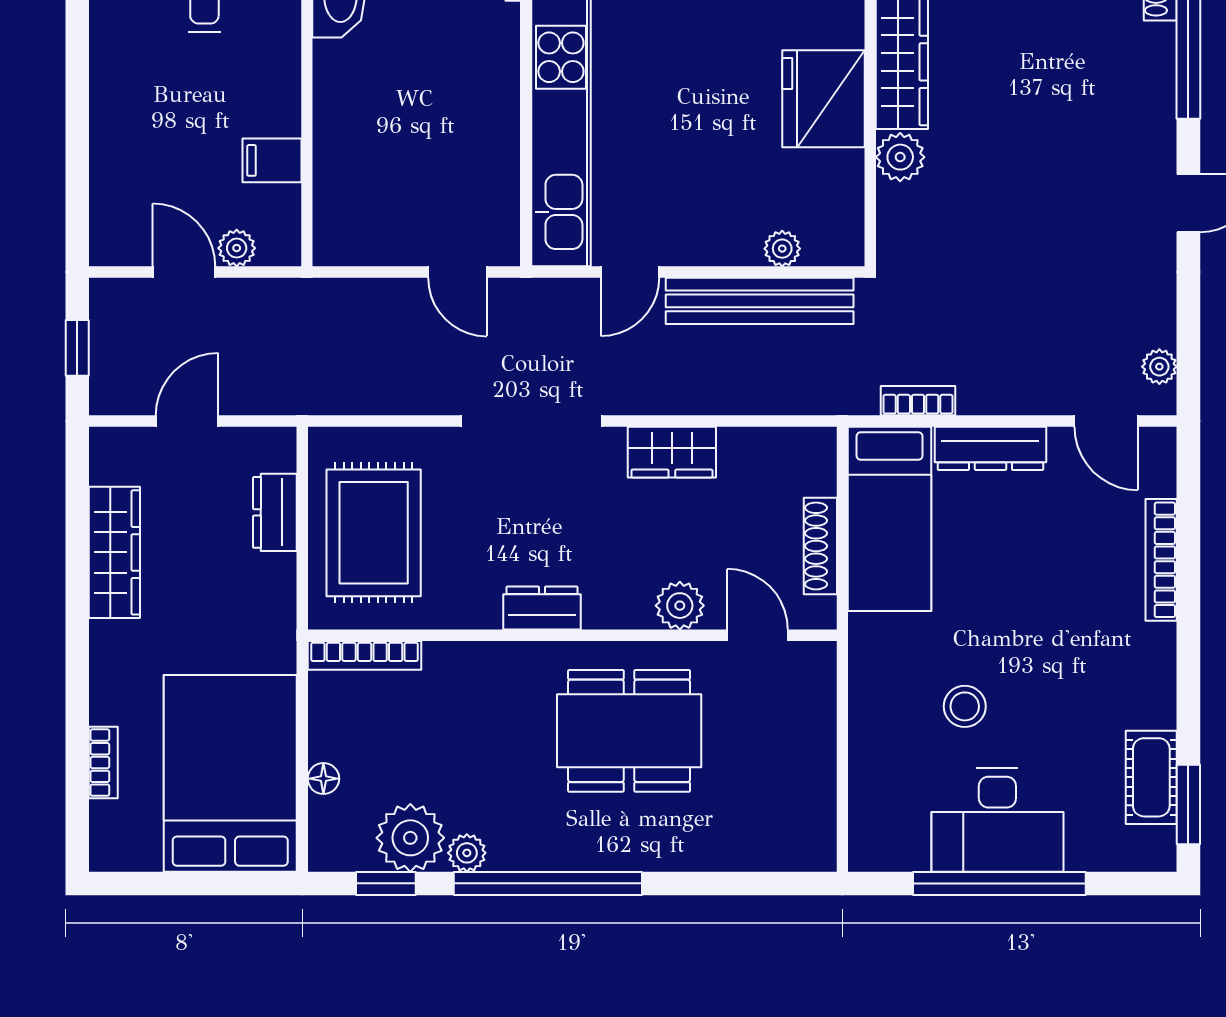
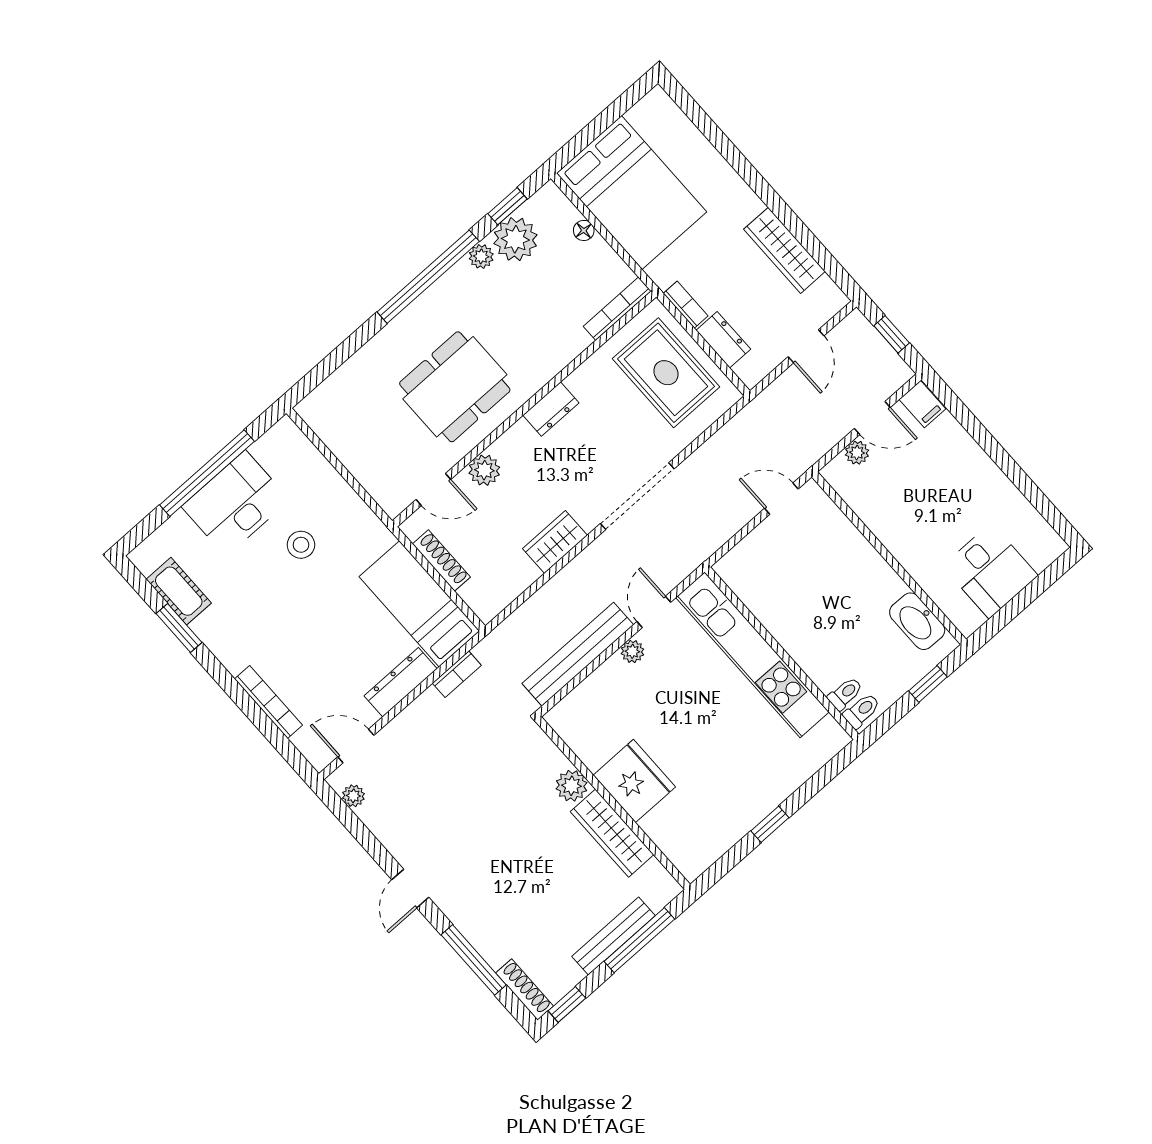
filing cabinet: (272, 160) -> (922, 404), moved, turned 90
plant: (782, 249) -> (632, 651), moved
door: (457, 272) -> (781, 499), moved
bookcase: (103, 763) -> (686, 305), moved, turned 180
window: (1188, 804) -> (179, 628), moved

